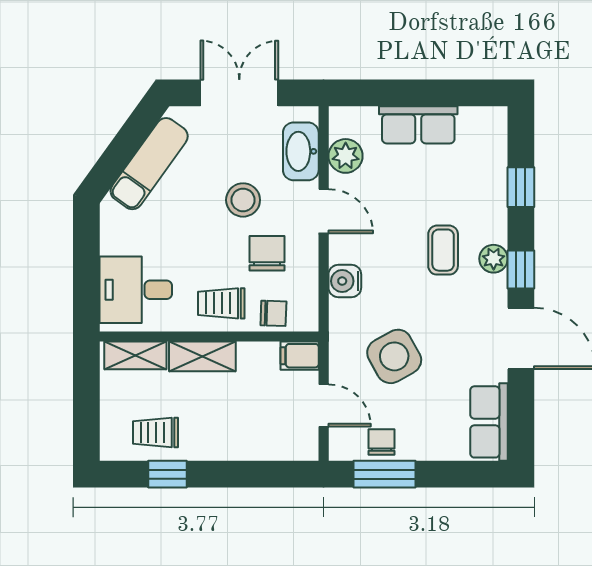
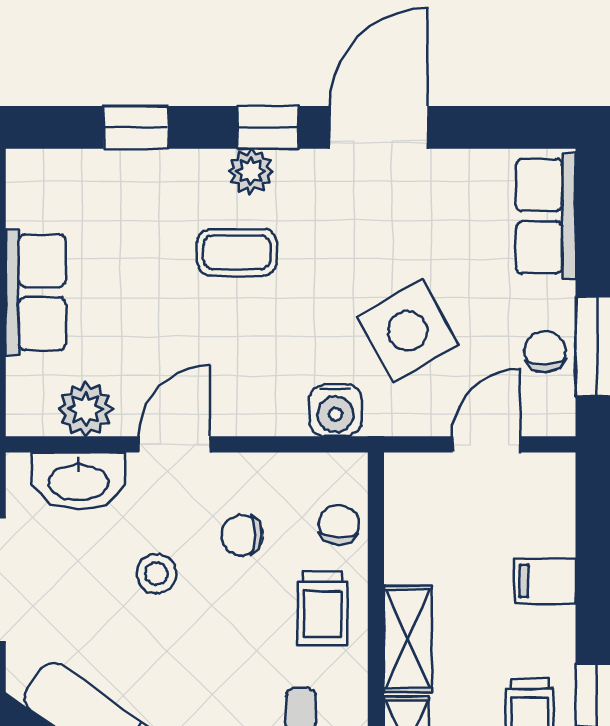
stool: (243, 200) -> (156, 574), width x0.73, depth x0.73
chair: (267, 253) -> (242, 535), width x0.73, depth x0.73
water cooler: (345, 281) -> (336, 410), moved
filing cabinet: (300, 356) -> (545, 581), moved, turned 90
row of seats: (489, 422) -> (546, 216), moved, turned 90
chair: (381, 442) -> (545, 351), turned 87

